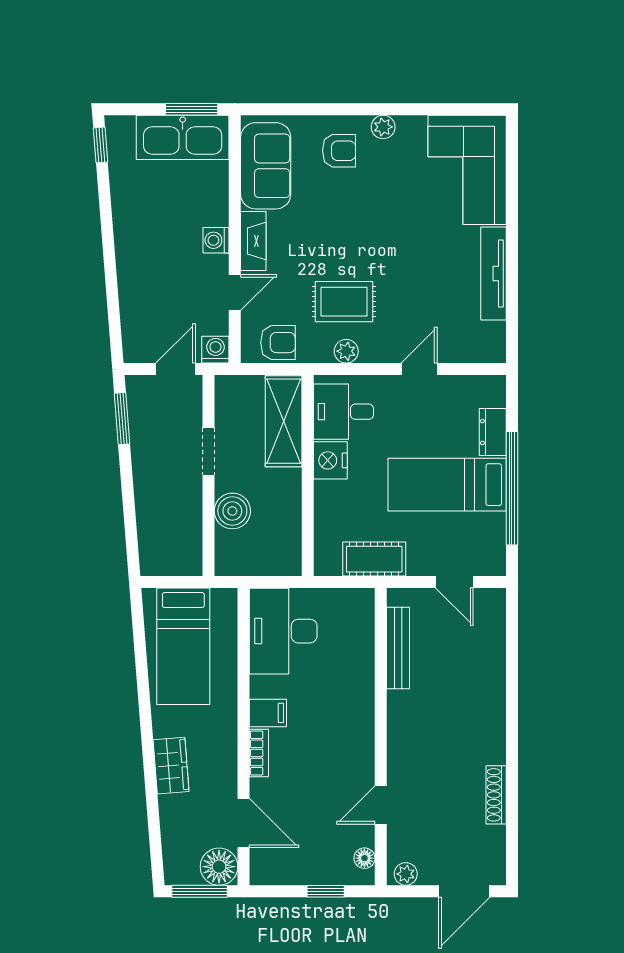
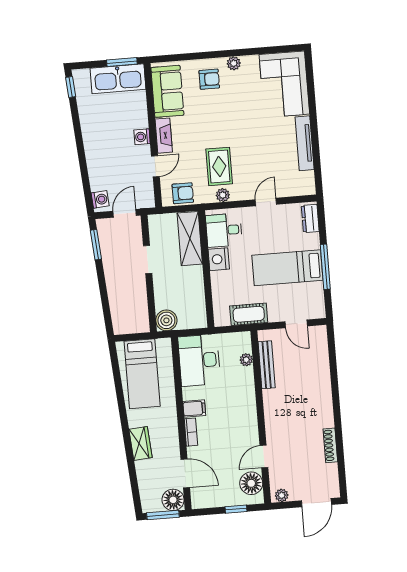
rug: (344, 302) -> (219, 166), turned 90
washing machine: (215, 350) -> (100, 199), moved, turned 86
dresser: (493, 432) -> (310, 218), moved
window: (512, 488) -> (325, 267), width x0.68
boiler: (232, 511) -> (166, 320), moved
plant: (364, 637) -> (246, 360), added
floor lamp: (364, 858) -> (251, 483), width x1.89, depth x1.89

